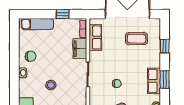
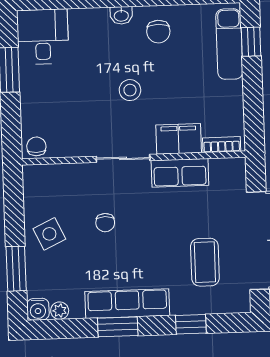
window: (63, 14) -> (251, 42), moved
row of seats: (95, 37) -> (180, 173), moved
row of seats: (154, 81) -> (127, 304), width x1.48
stool: (51, 85) -> (130, 90), moved

